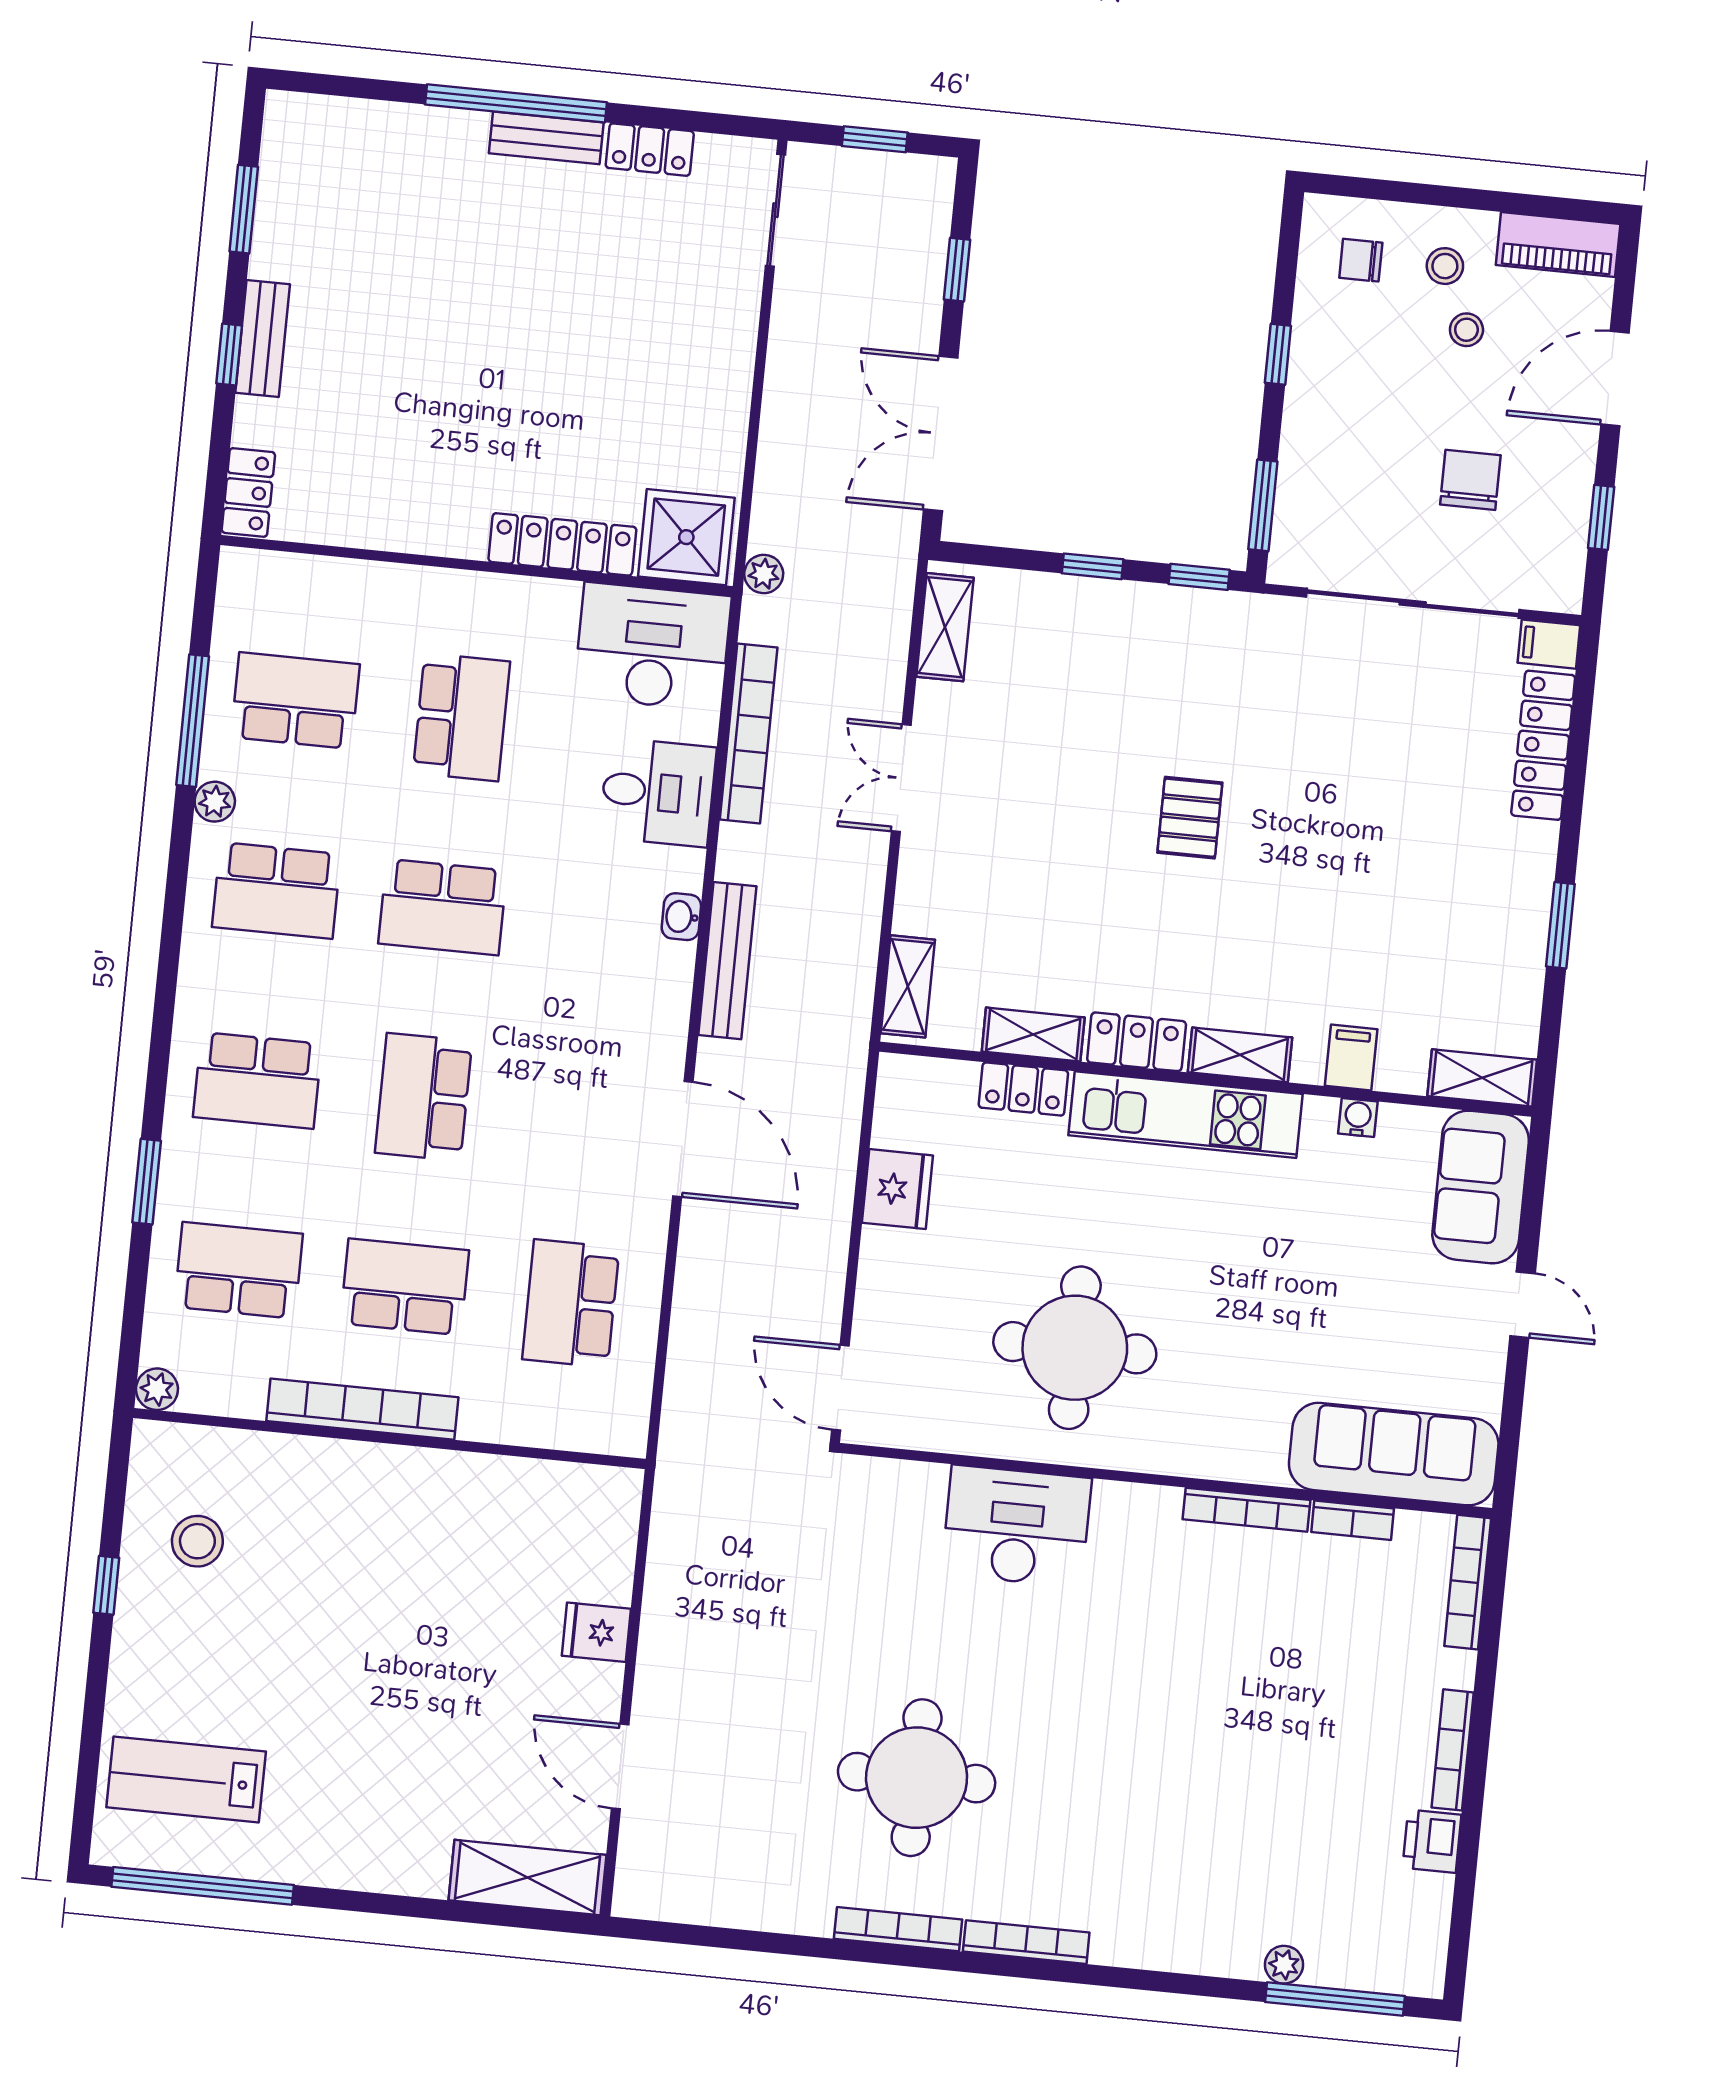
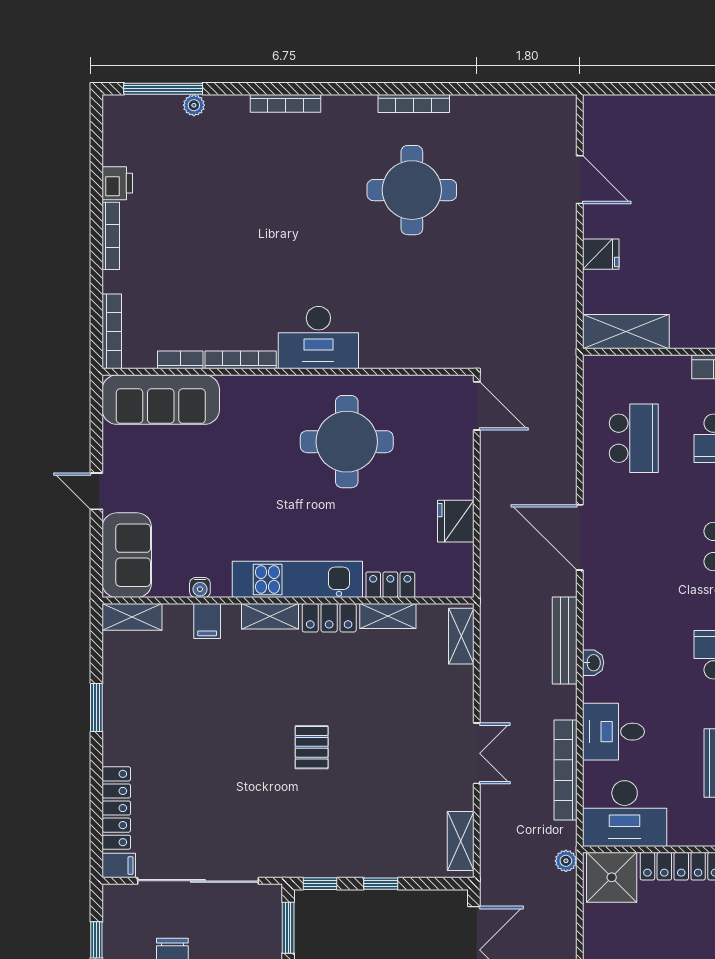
desk: (1016, 1526) -> (318, 338), moved
shelving: (527, 1878) -> (626, 332), moved
bookcase: (1026, 1942) -> (286, 103), moved

